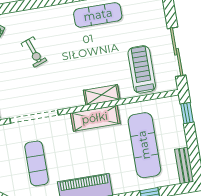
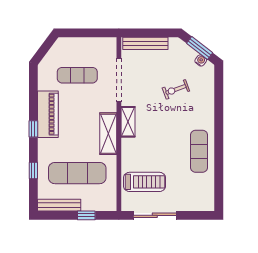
shelving: (102, 95) -> (128, 122), moved
window: (187, 113) -> (86, 215), moved
bench: (184, 165) -> (59, 205), width x1.36

